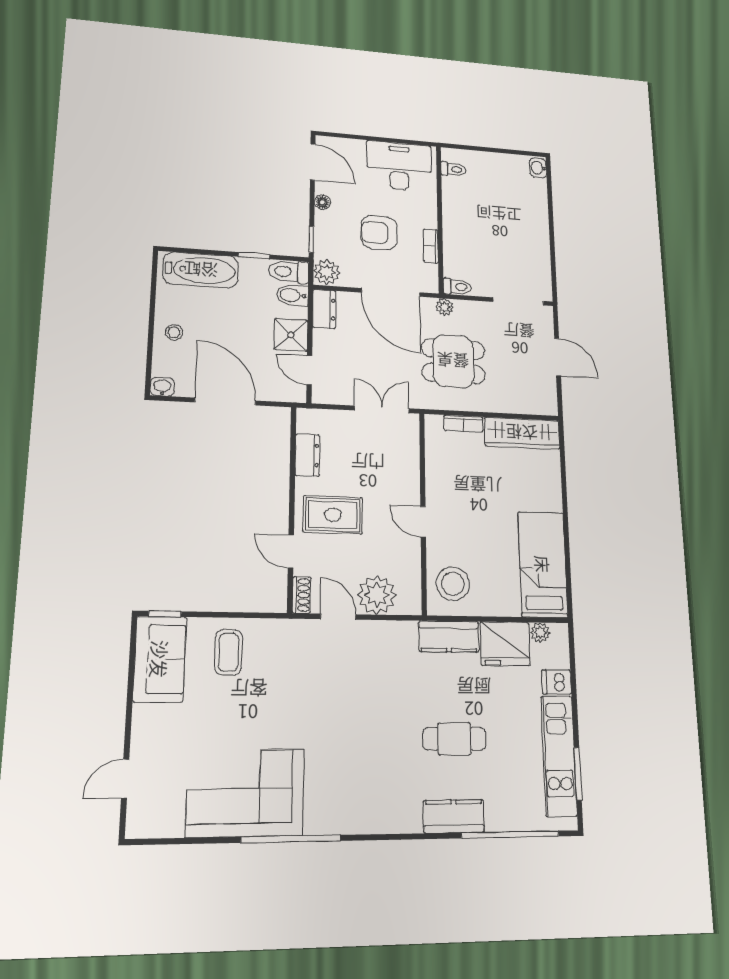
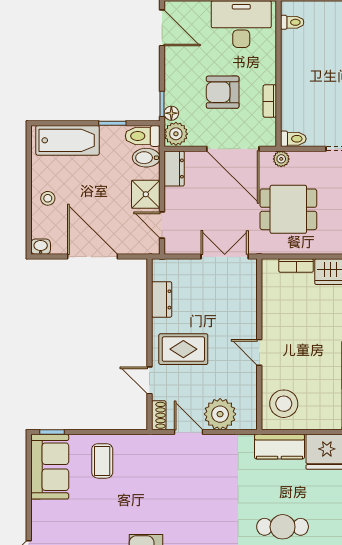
floor lamp: (322, 202) -> (171, 113), moved

